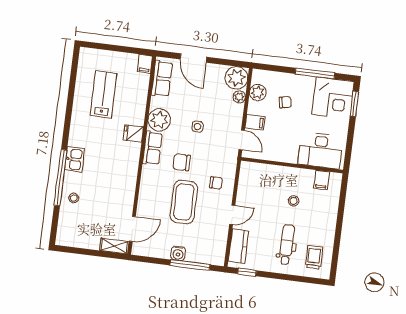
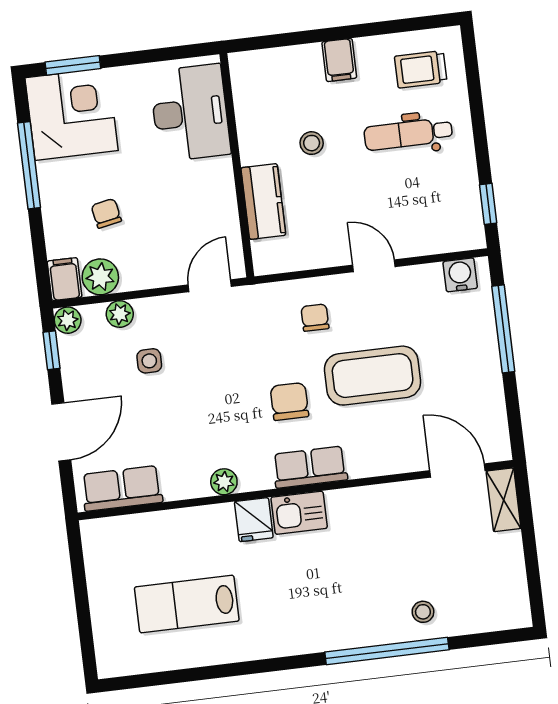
window: (231, 63) -> (51, 350), added
filing cabinet: (145, 64) -> (100, 532), removed
plant: (236, 78) -> (68, 320), width x0.53, depth x0.53
plant: (159, 120) -> (224, 482), width x0.53, depth x0.53
filing cabinet: (255, 122) -> (65, 279), moved
side table: (197, 127) -> (149, 361), moved
row of seats: (152, 148) -> (310, 467), moved
kitchen sink: (74, 159) -> (299, 513), moved, turned 180
chair: (182, 162) -> (289, 401), turned 180
filing cabinet: (322, 180) -> (339, 60), moved, turned 90
kitchen counter: (238, 246) -> (263, 202), moved, turned 90
water cooler: (178, 253) -> (460, 275), moved, turned -90

